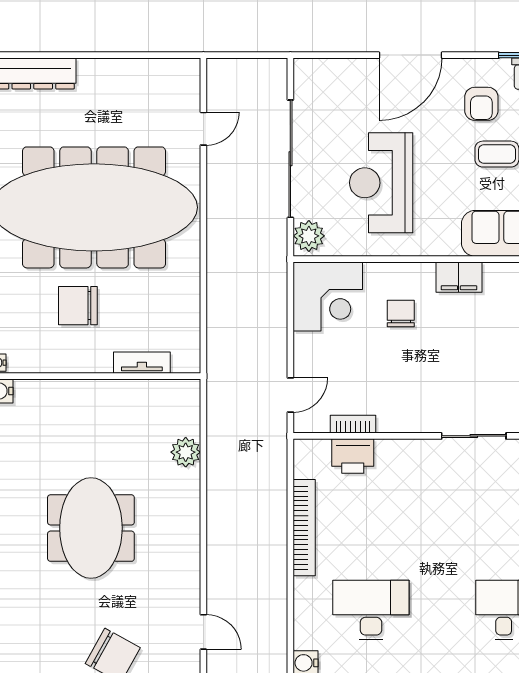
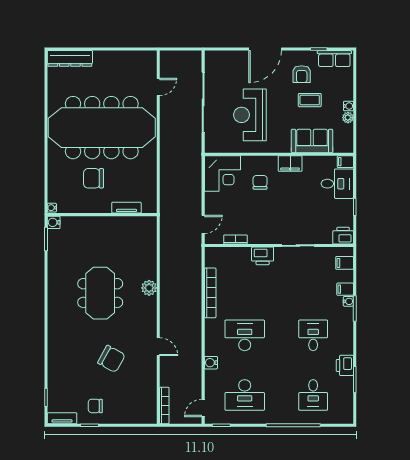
plant: (309, 236) -> (213, 142), removed
plant: (186, 452) -> (149, 288), moved
printer: (353, 456) -> (263, 256), moved

